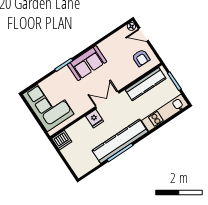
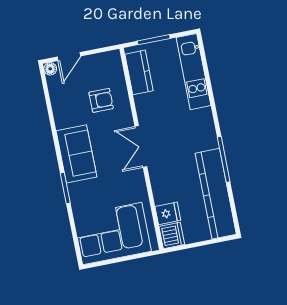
armchair: (141, 58) -> (101, 100), moved
kitchen counter: (146, 84) -> (139, 72), width x0.67
fridge: (95, 119) -> (168, 213), moved
kitchen counter: (120, 141) -> (216, 194), moved

